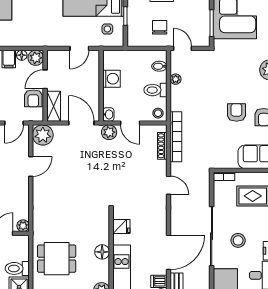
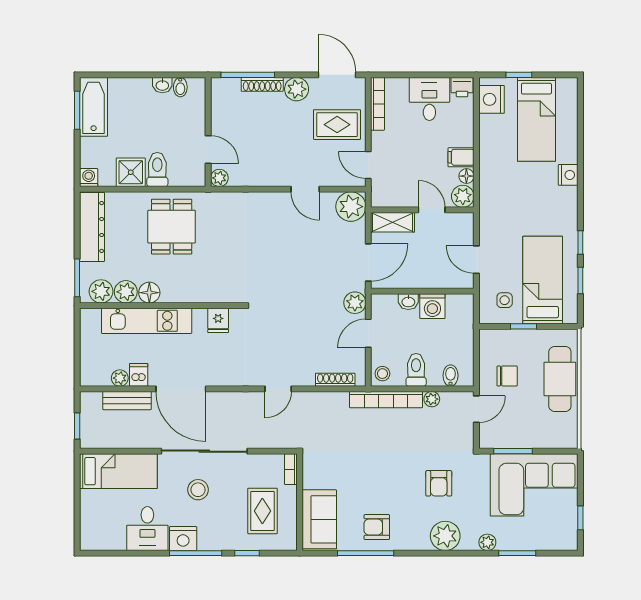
armchair: (33, 98) -> (404, 193), removed
armchair: (236, 112) -> (439, 483), moved, turned 90
washbasin: (108, 114) -> (408, 302), moved
bookcase: (176, 137) -> (386, 400), moved
floor lamp: (102, 252) -> (149, 293), moved

